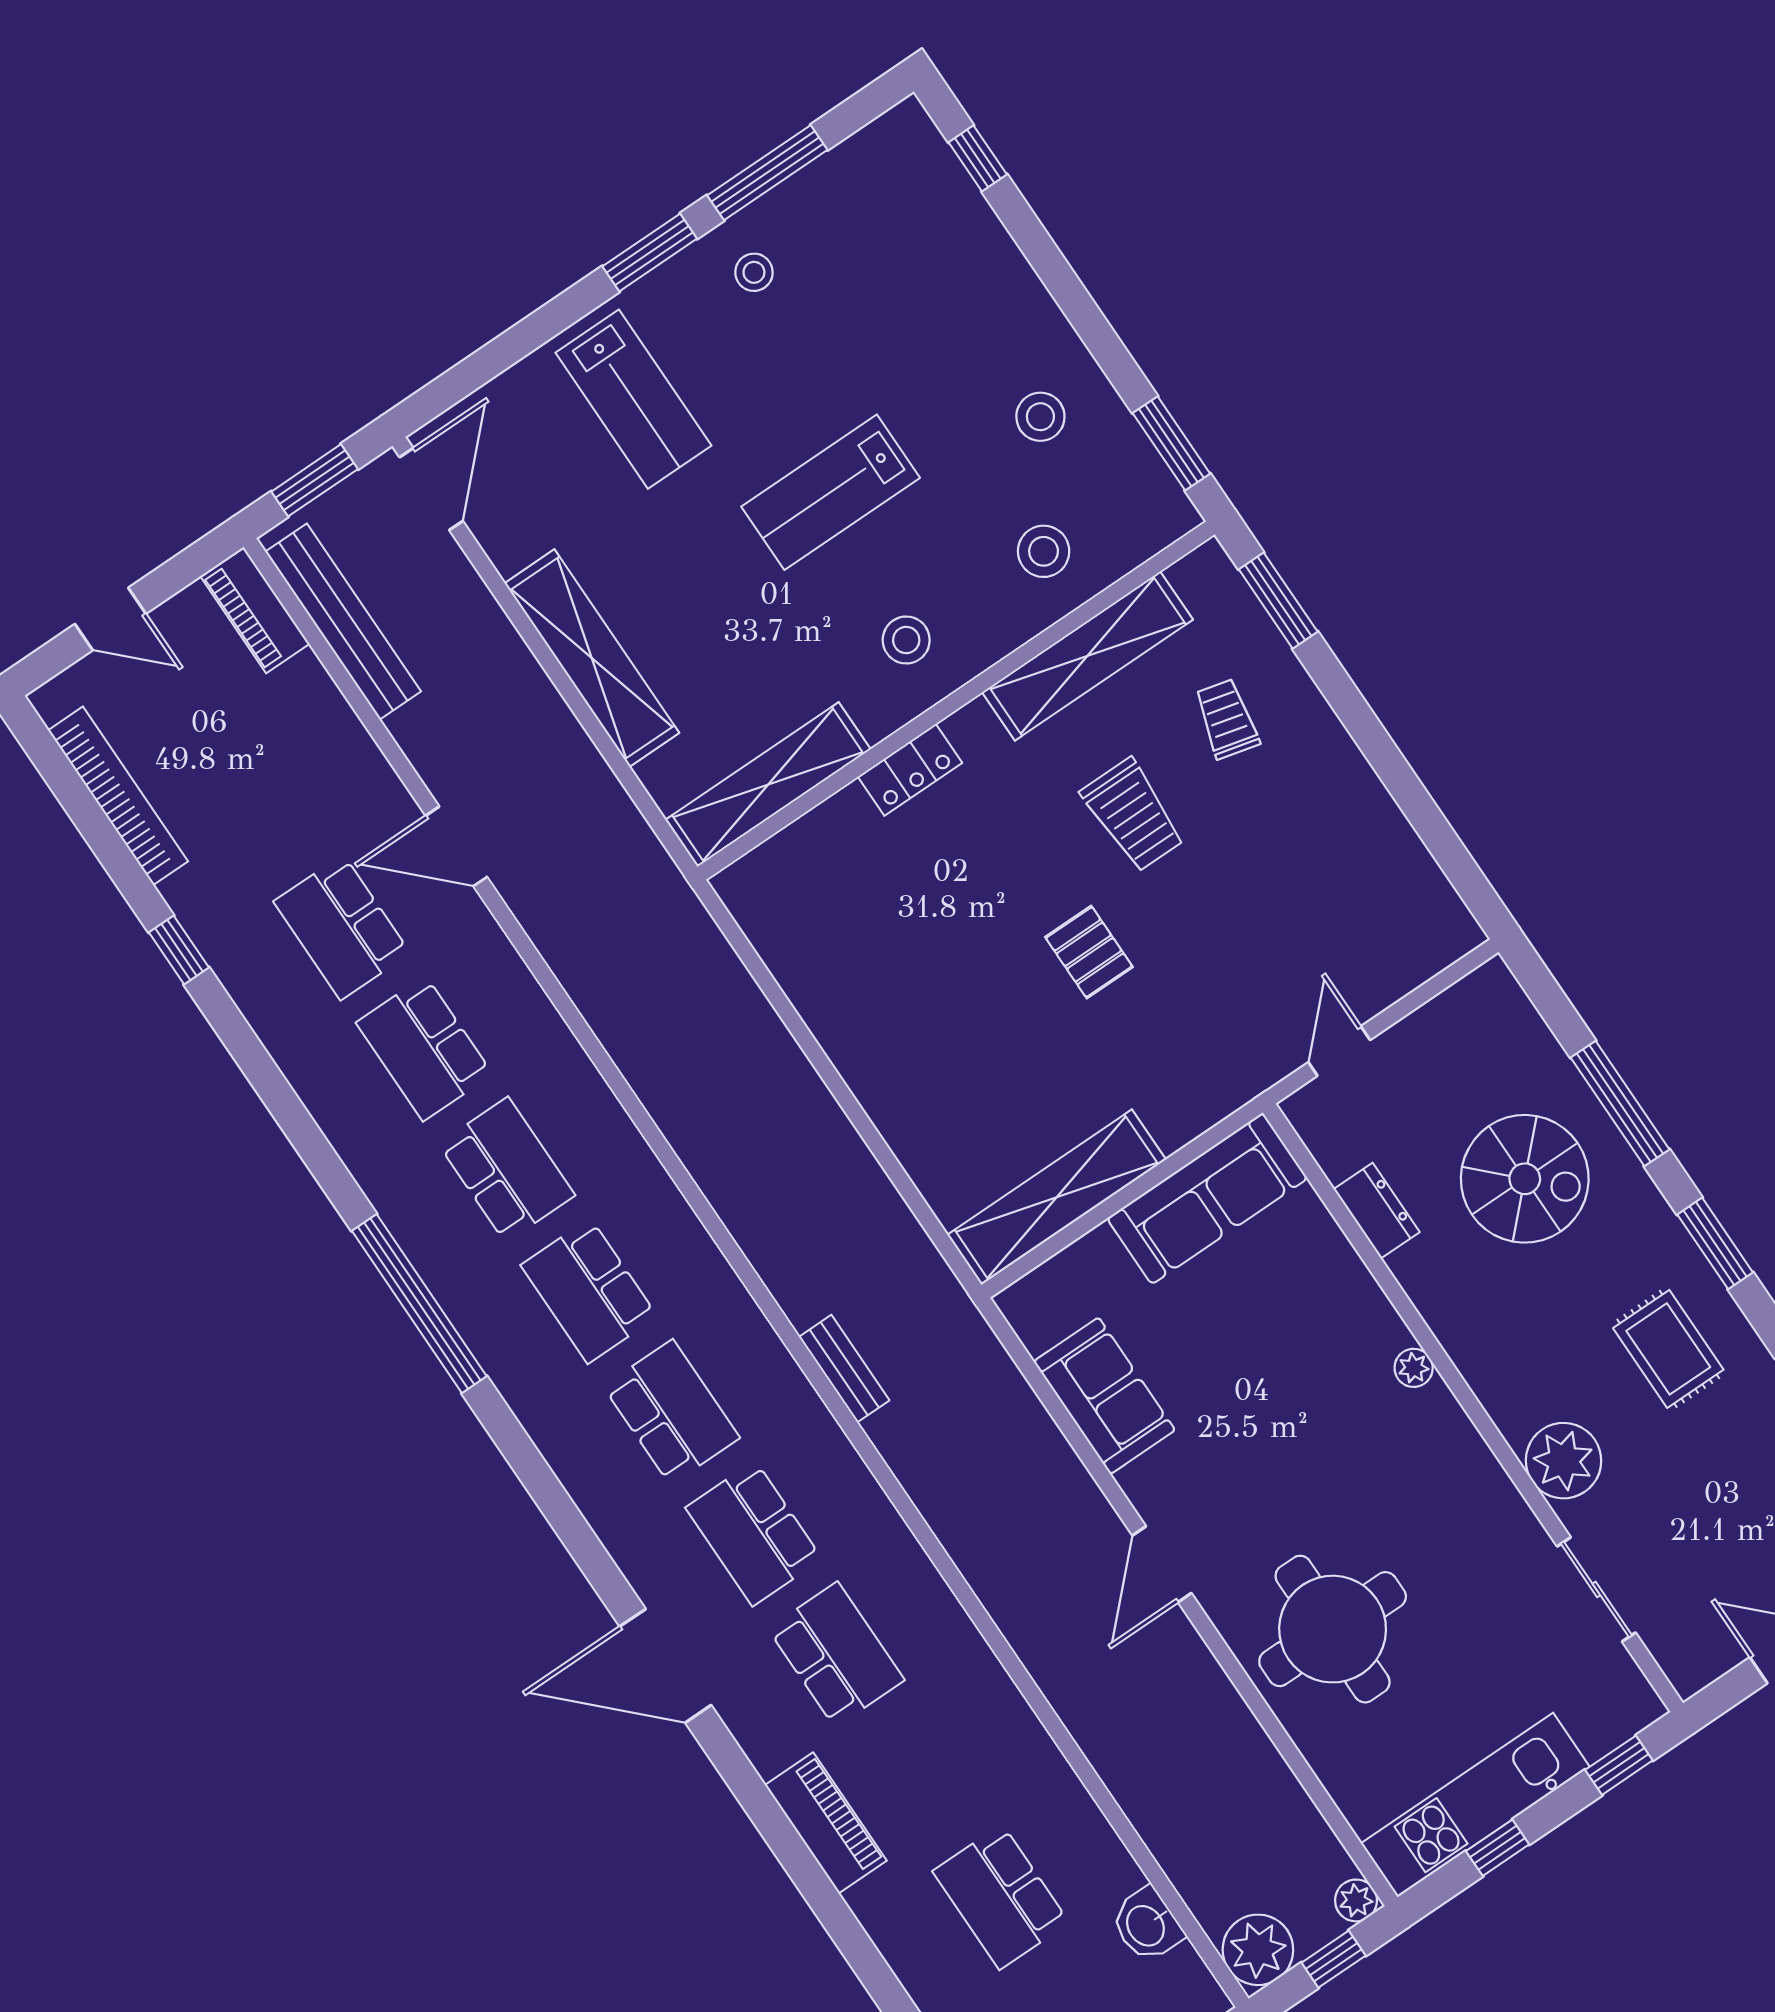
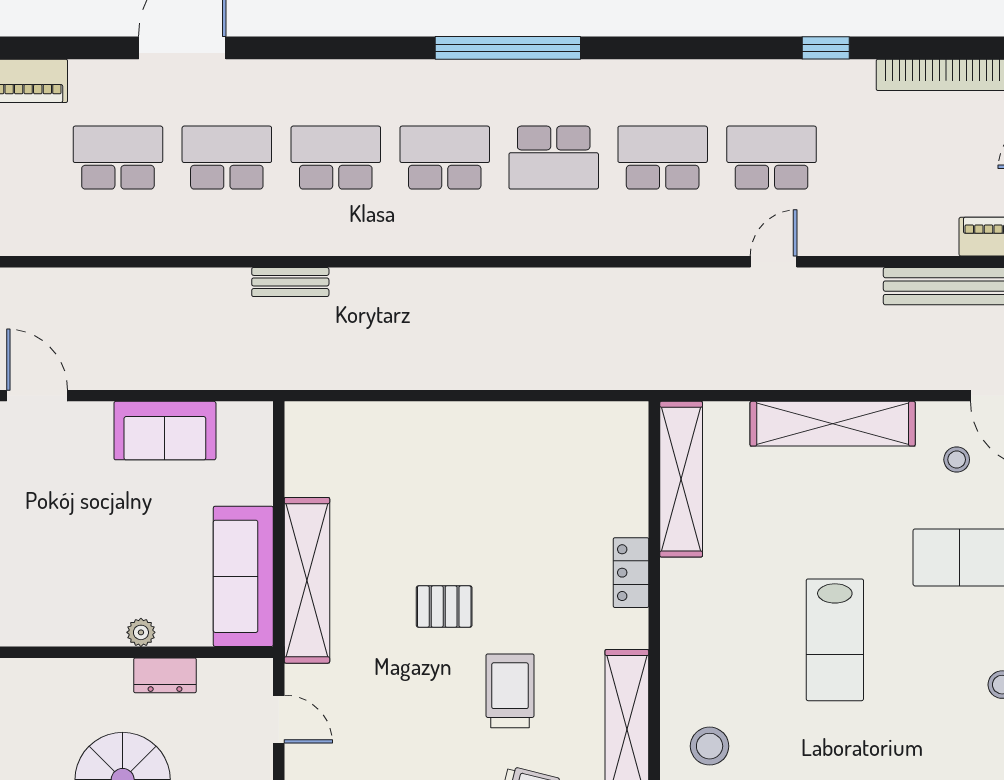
lab bench: (831, 492) -> (835, 640), turned 180
stool: (906, 640) -> (957, 460), moved, width x0.73, depth x0.73
trolley: (1133, 815) -> (510, 691), turned 90
door: (456, 846) -> (774, 262), width x0.73
shelving: (1057, 1197) -> (307, 580), moved
plant: (1414, 1368) -> (141, 632), moved
school desk: (671, 1412) -> (336, 158), turned 180
school desk: (836, 1654) -> (118, 158), turned 180

